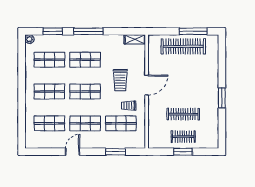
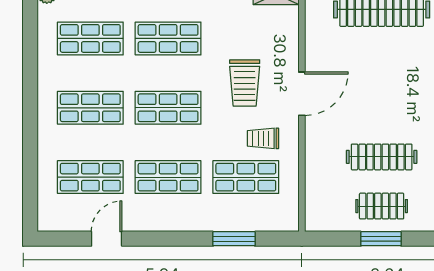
door: (73, 152) -> (107, 239), moved

